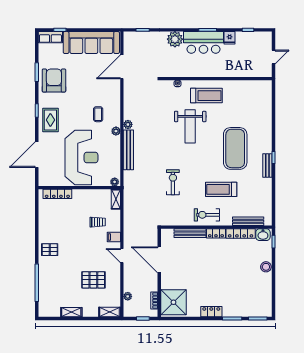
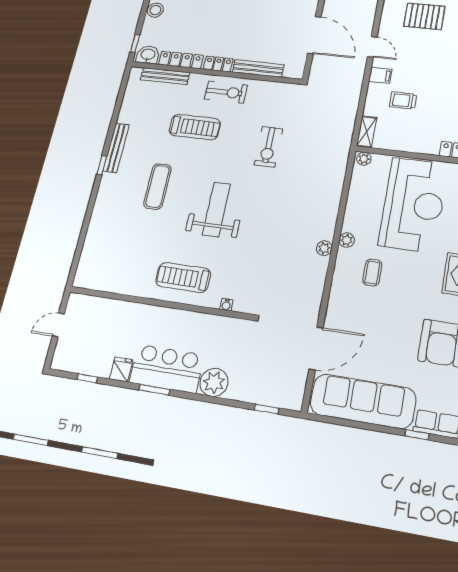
weight bench: (190, 126) -> (216, 209), moved
exercise mat: (235, 148) -> (157, 186), width x0.50, depth x0.69
bench: (128, 150) -> (331, 207), removed
reception desk: (81, 158) -> (413, 205), turned 180
bench: (267, 165) -> (116, 148), width x1.36

